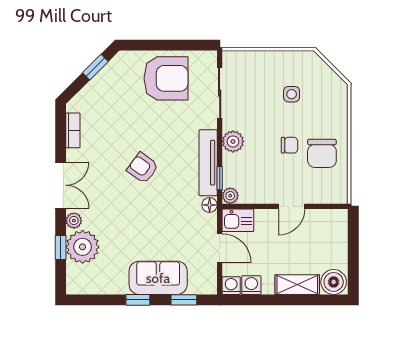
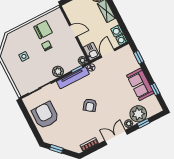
sofa: (158, 278) -> (140, 84), moved
window: (138, 300) -> (155, 89), moved

